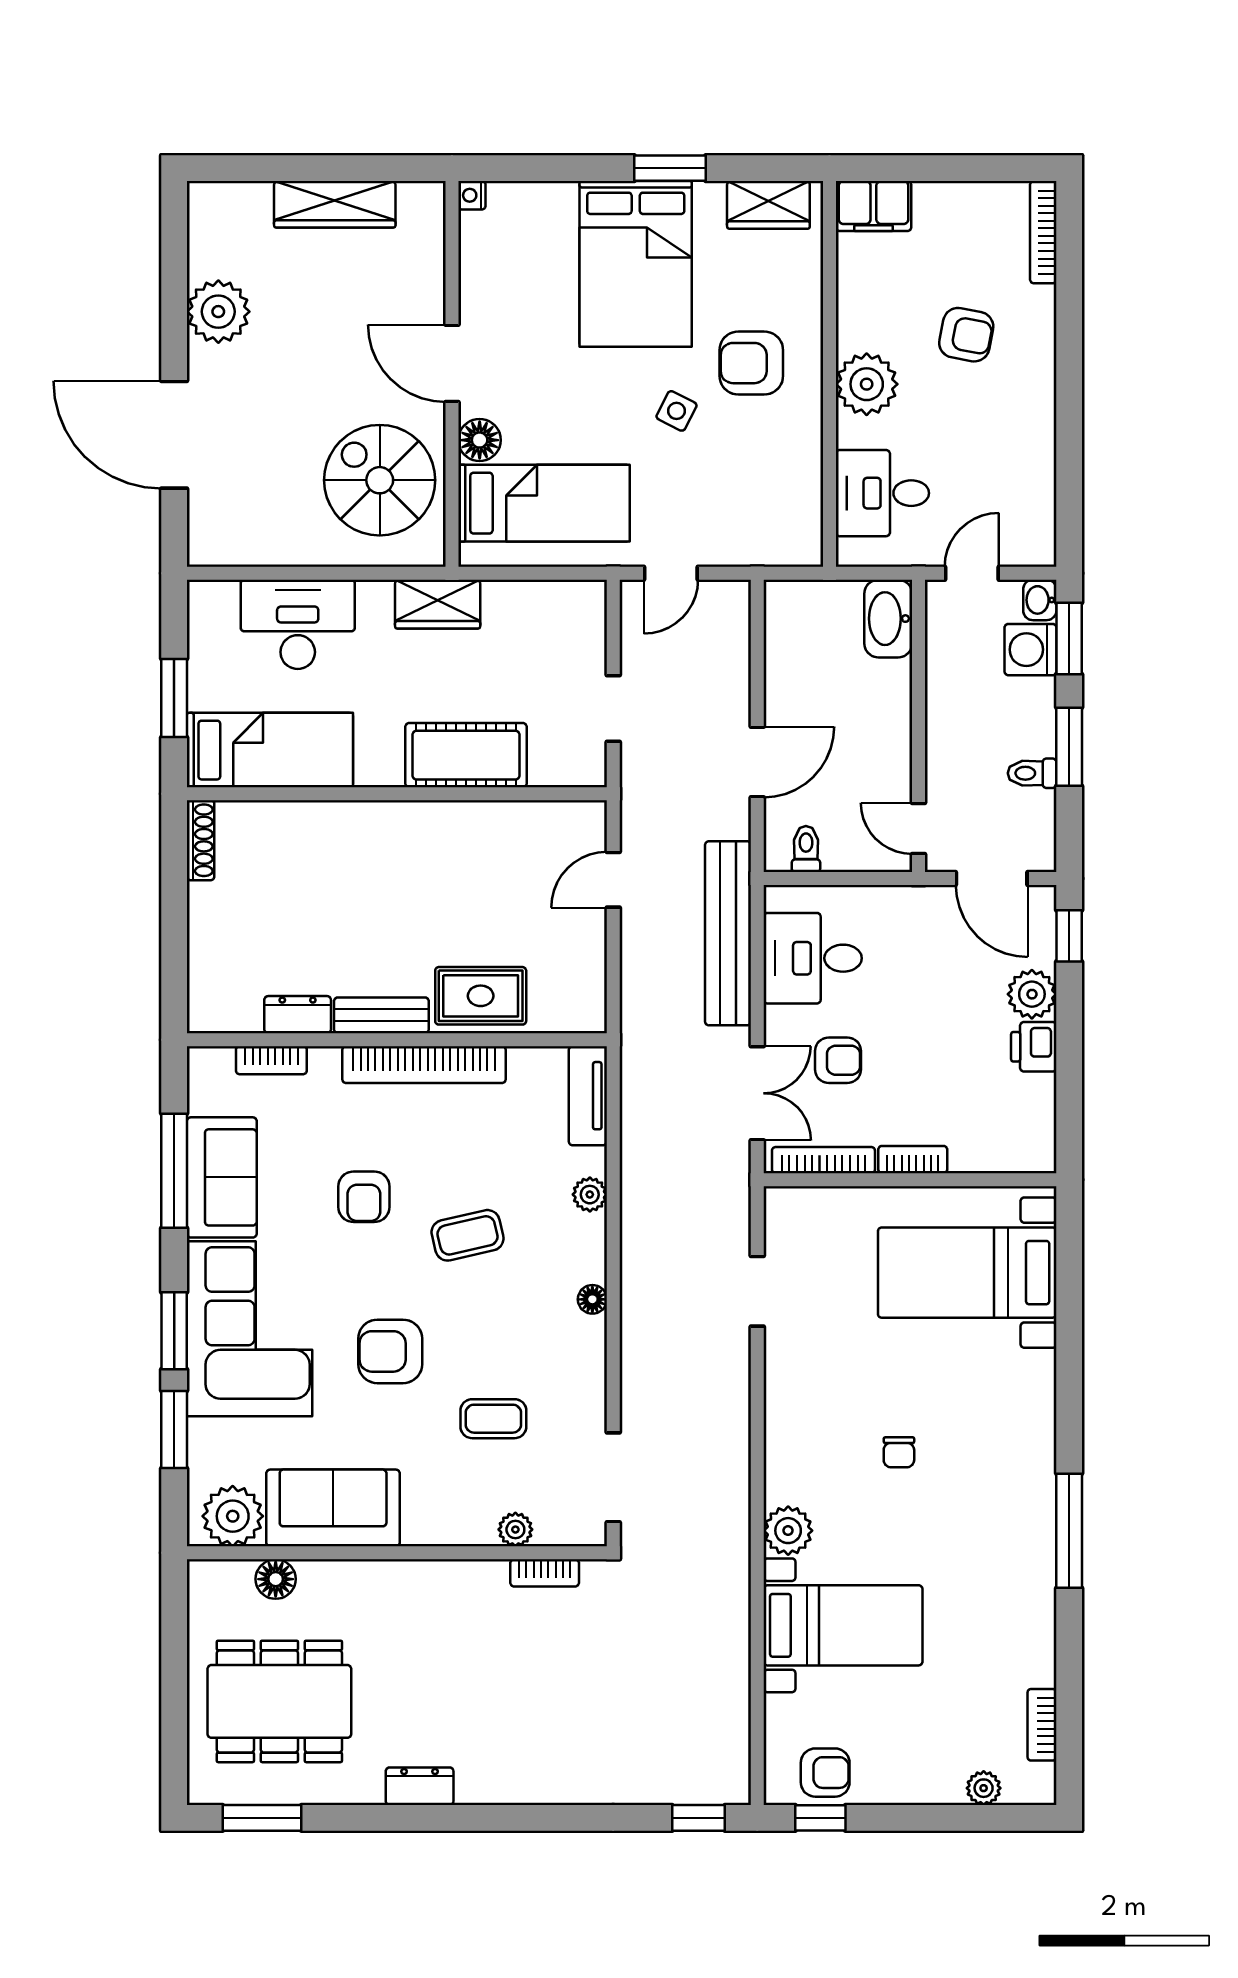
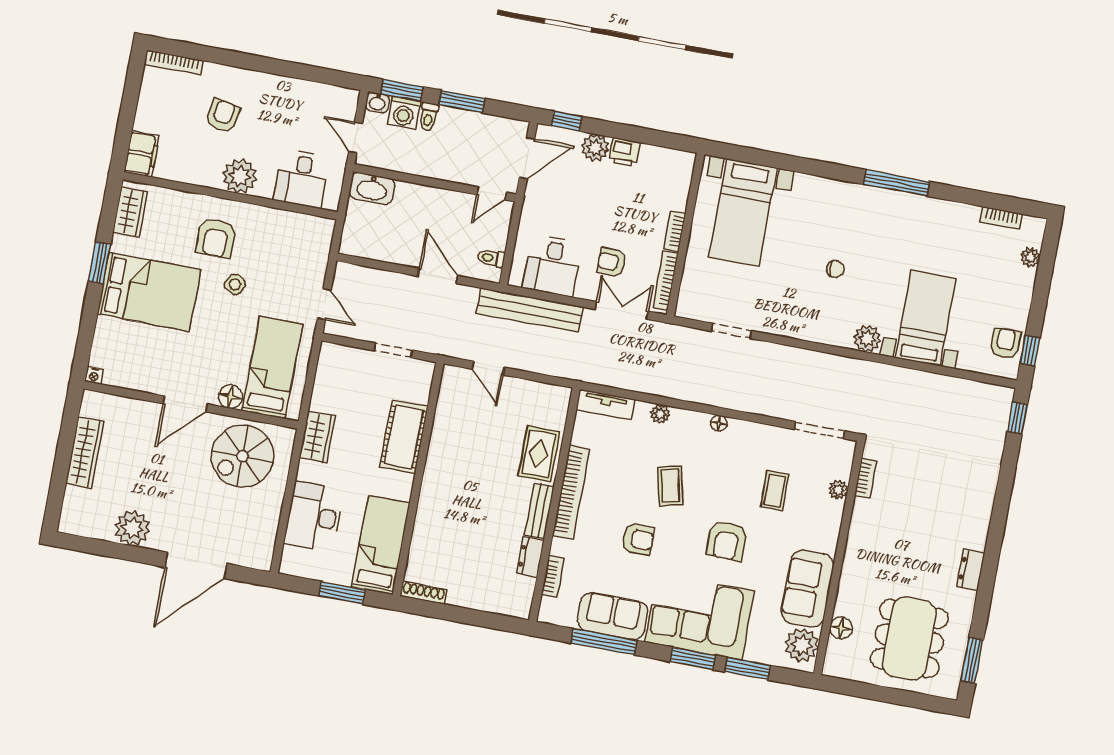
toilet: (1032, 773) -> (429, 117), moved
armchair: (838, 1060) -> (612, 262), turned -90

